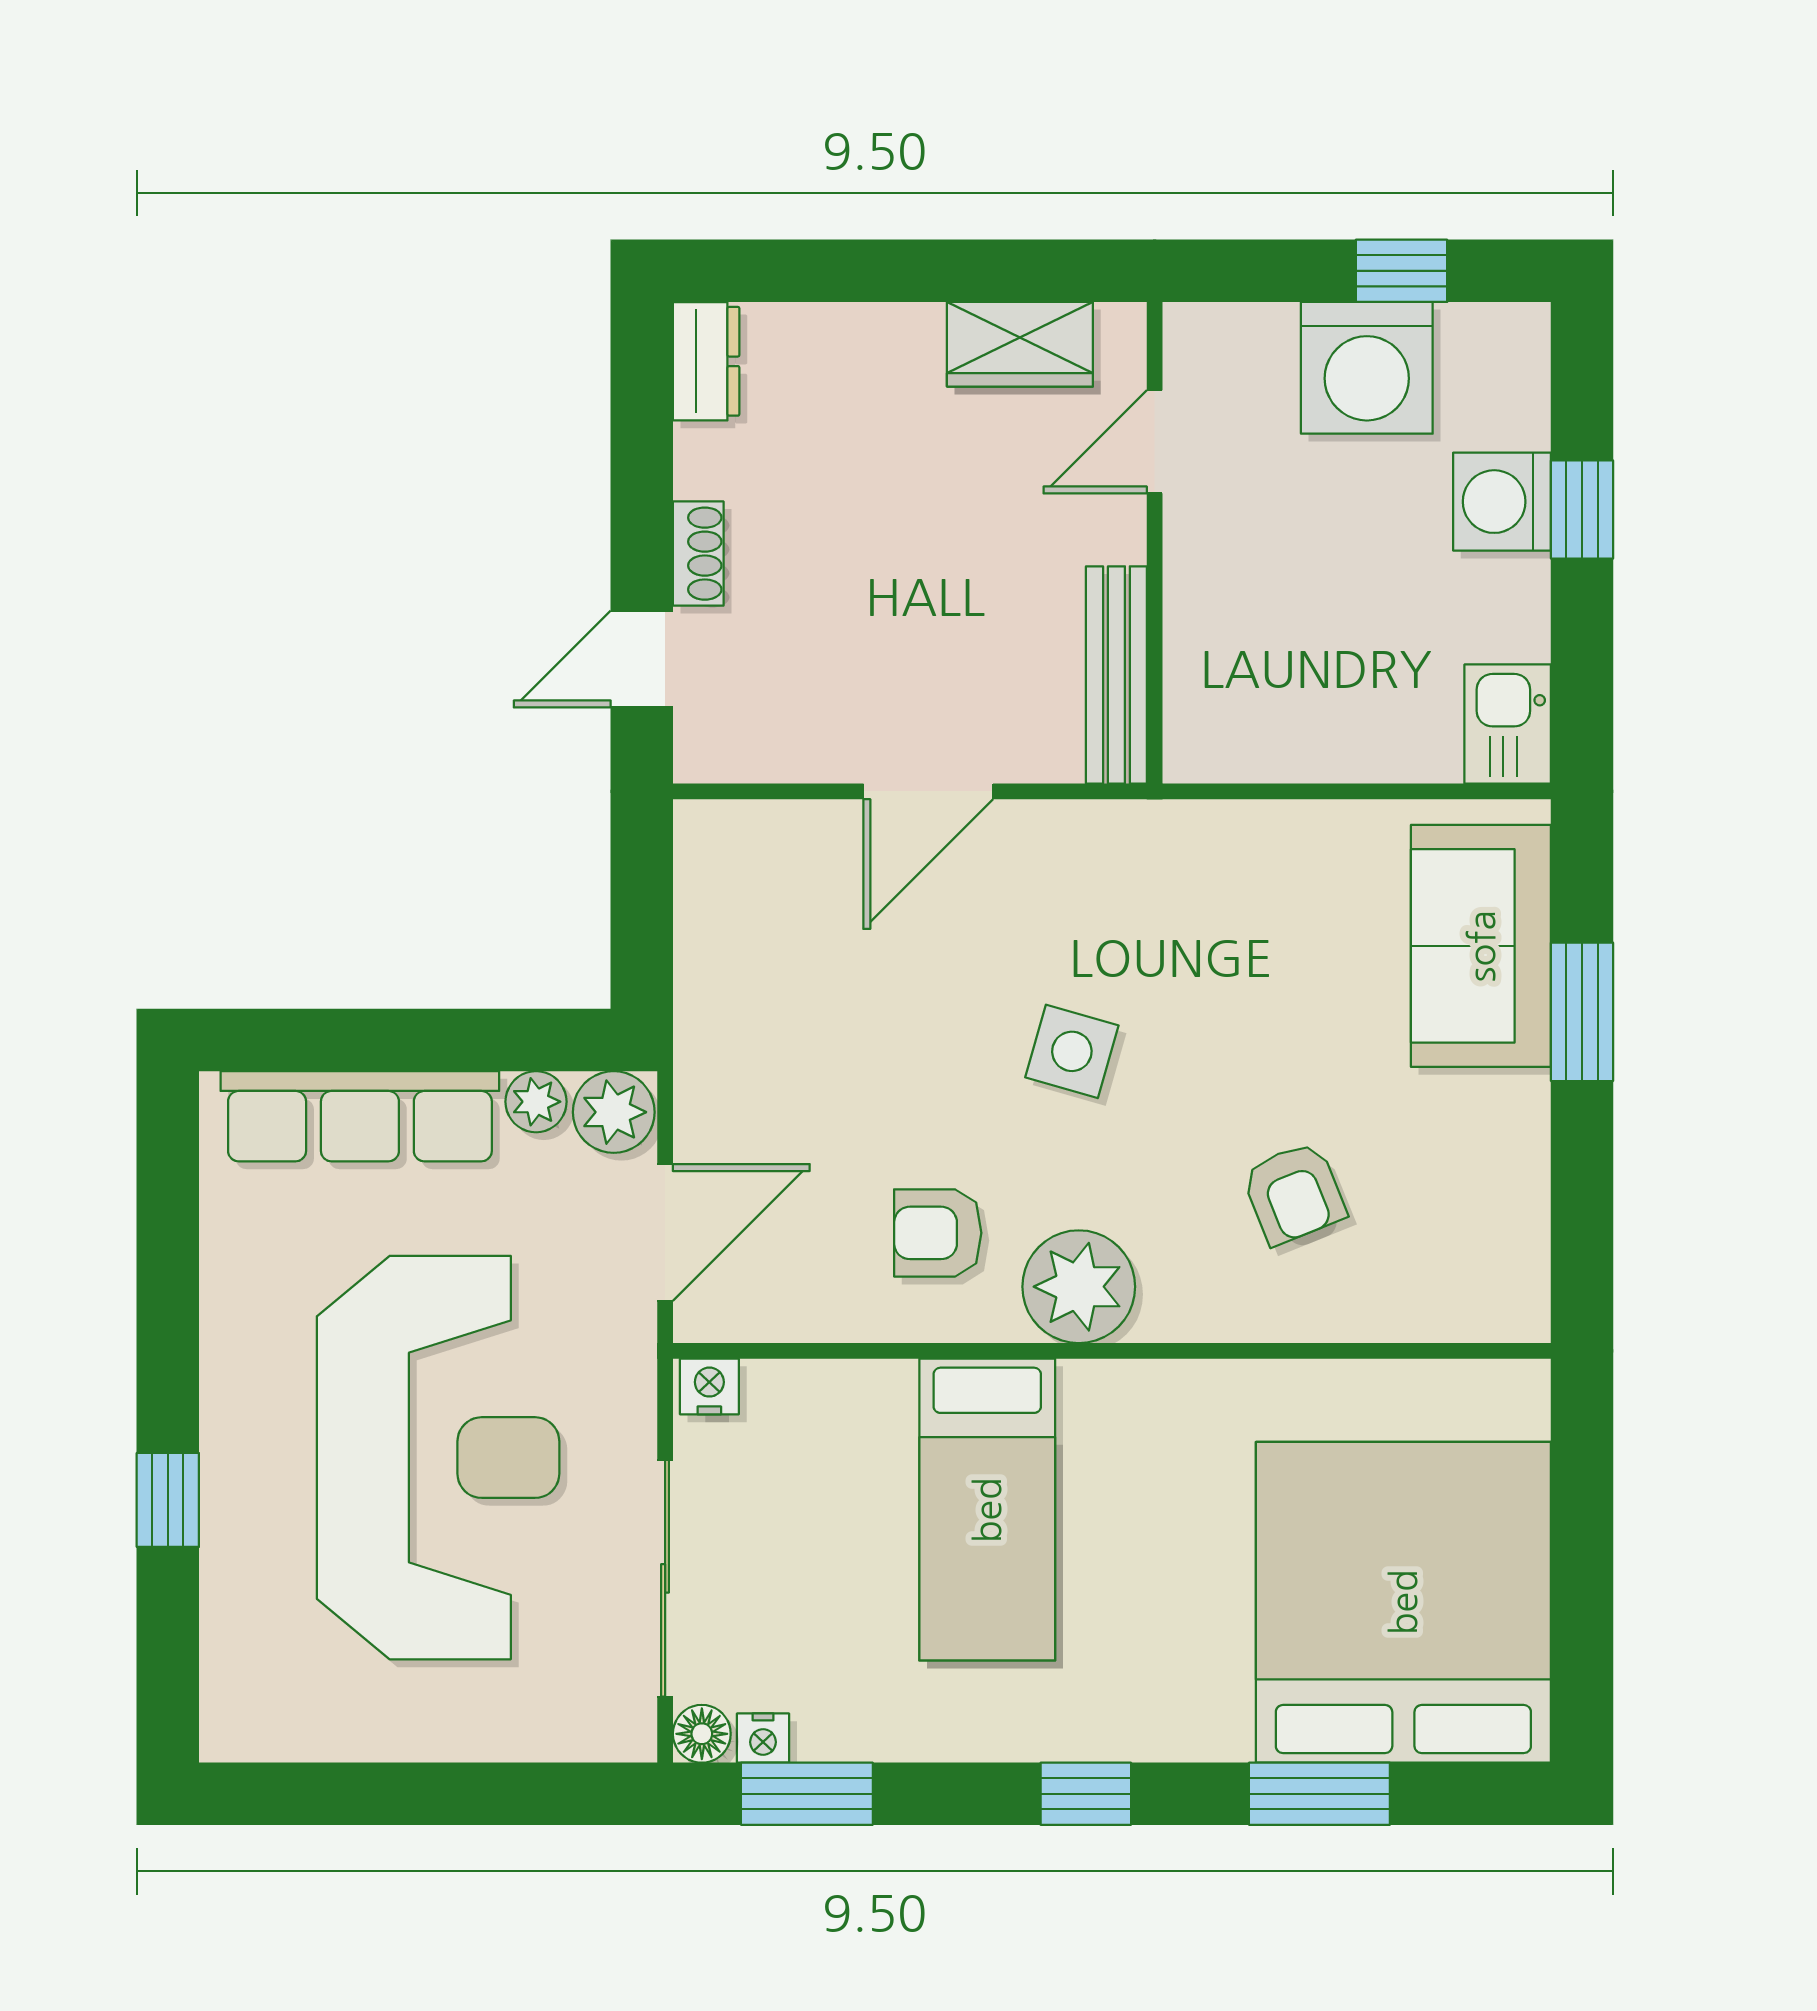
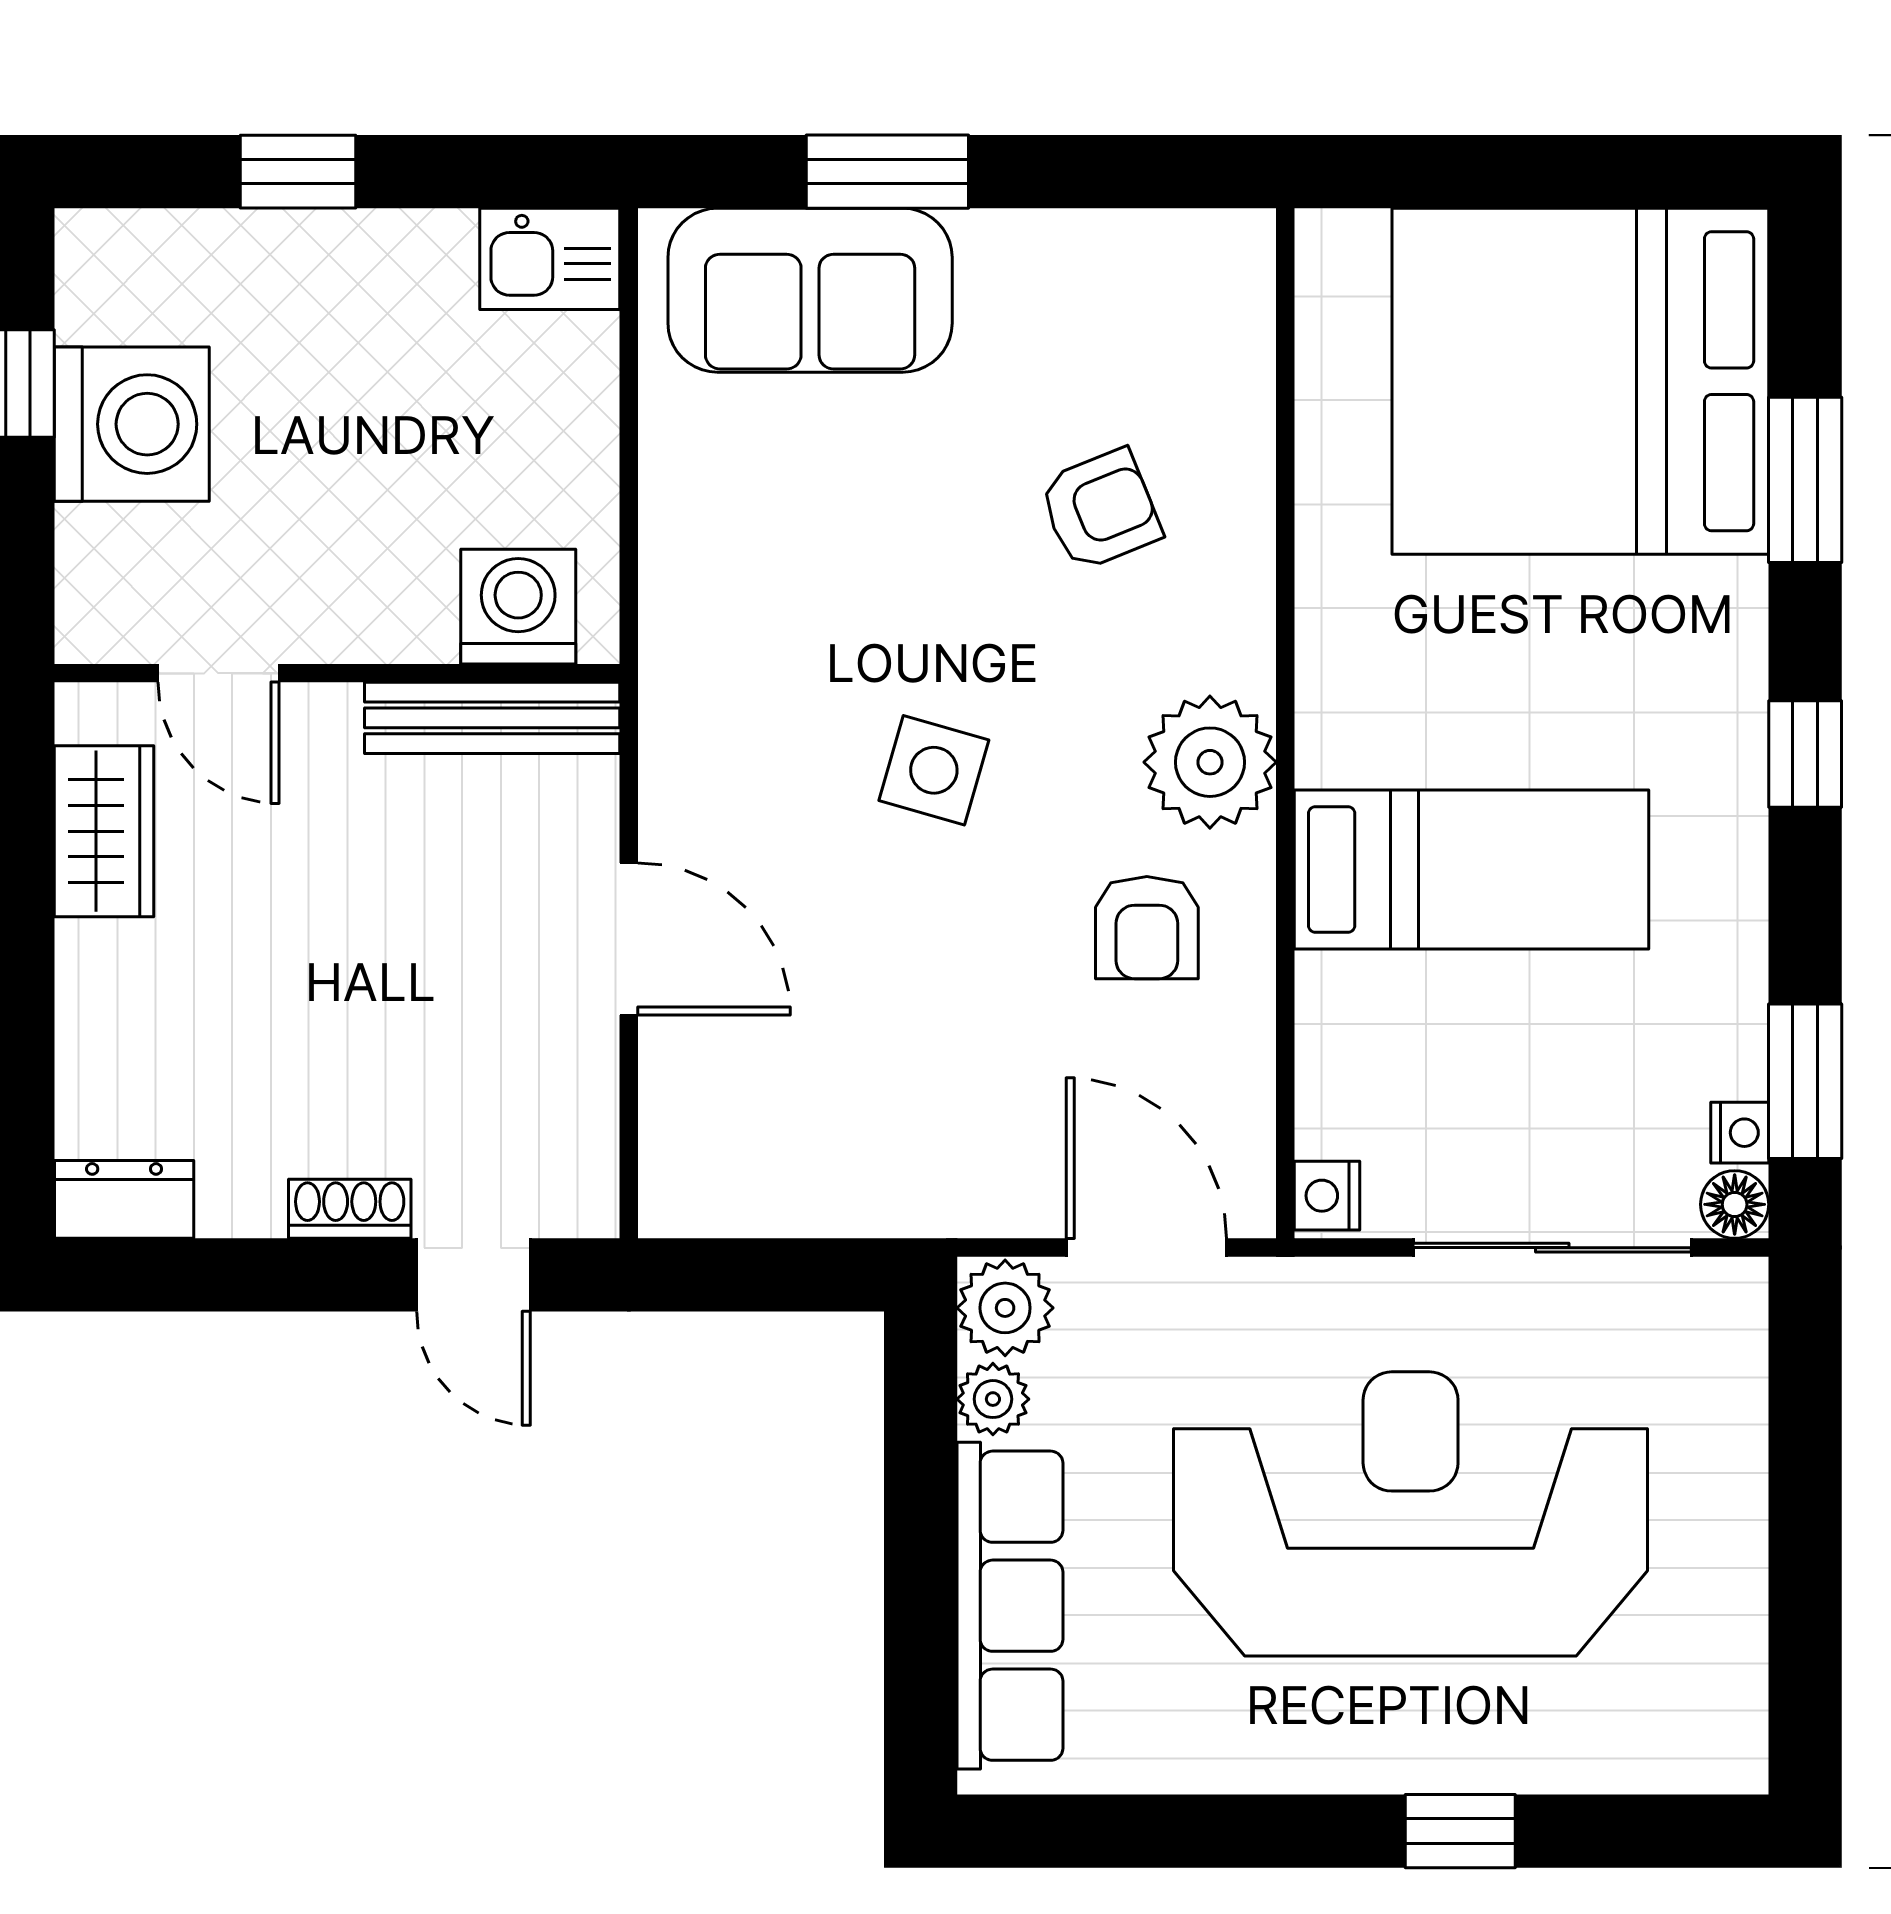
washing machine: (1502, 502) -> (518, 607), moved, turned 180

